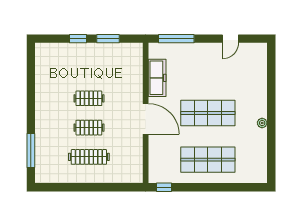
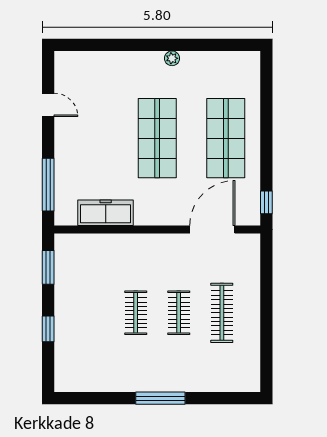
window: (108, 39) -> (48, 267), moved
door: (146, 119) -> (212, 229), moved
window: (31, 150) -> (160, 398), moved

